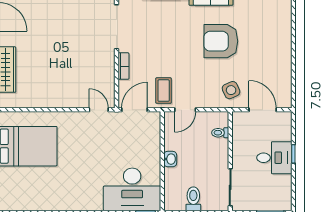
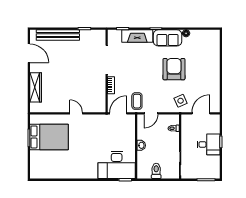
armchair: (221, 41) -> (174, 69), turned 90
door: (99, 110) -> (76, 113), moved
door: (263, 110) -> (201, 113), hinge flipped

